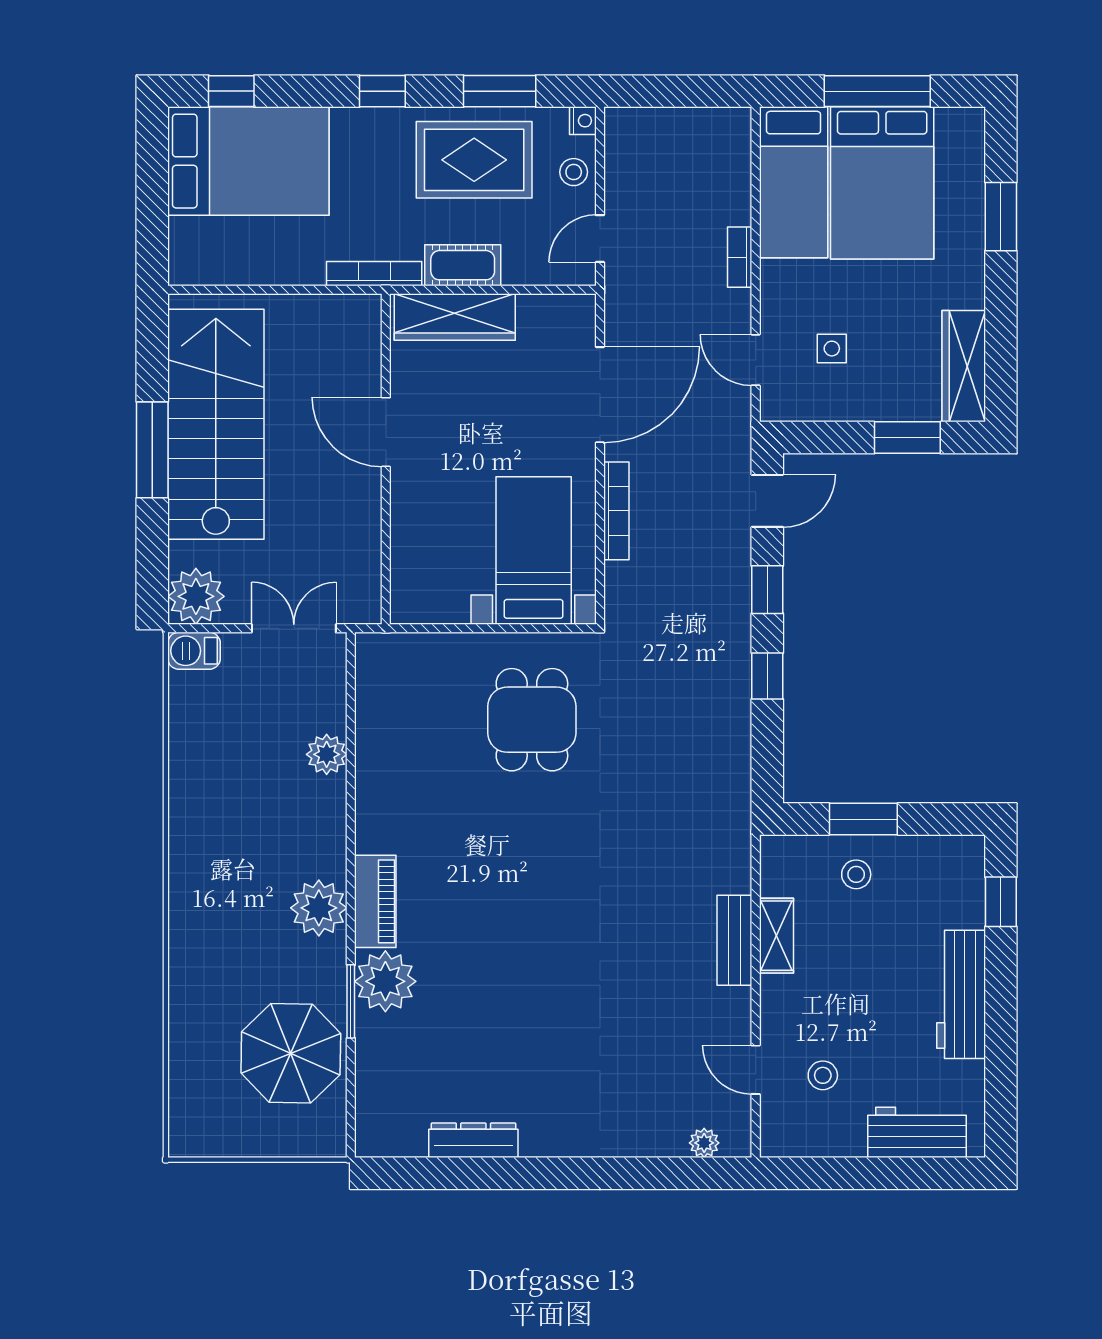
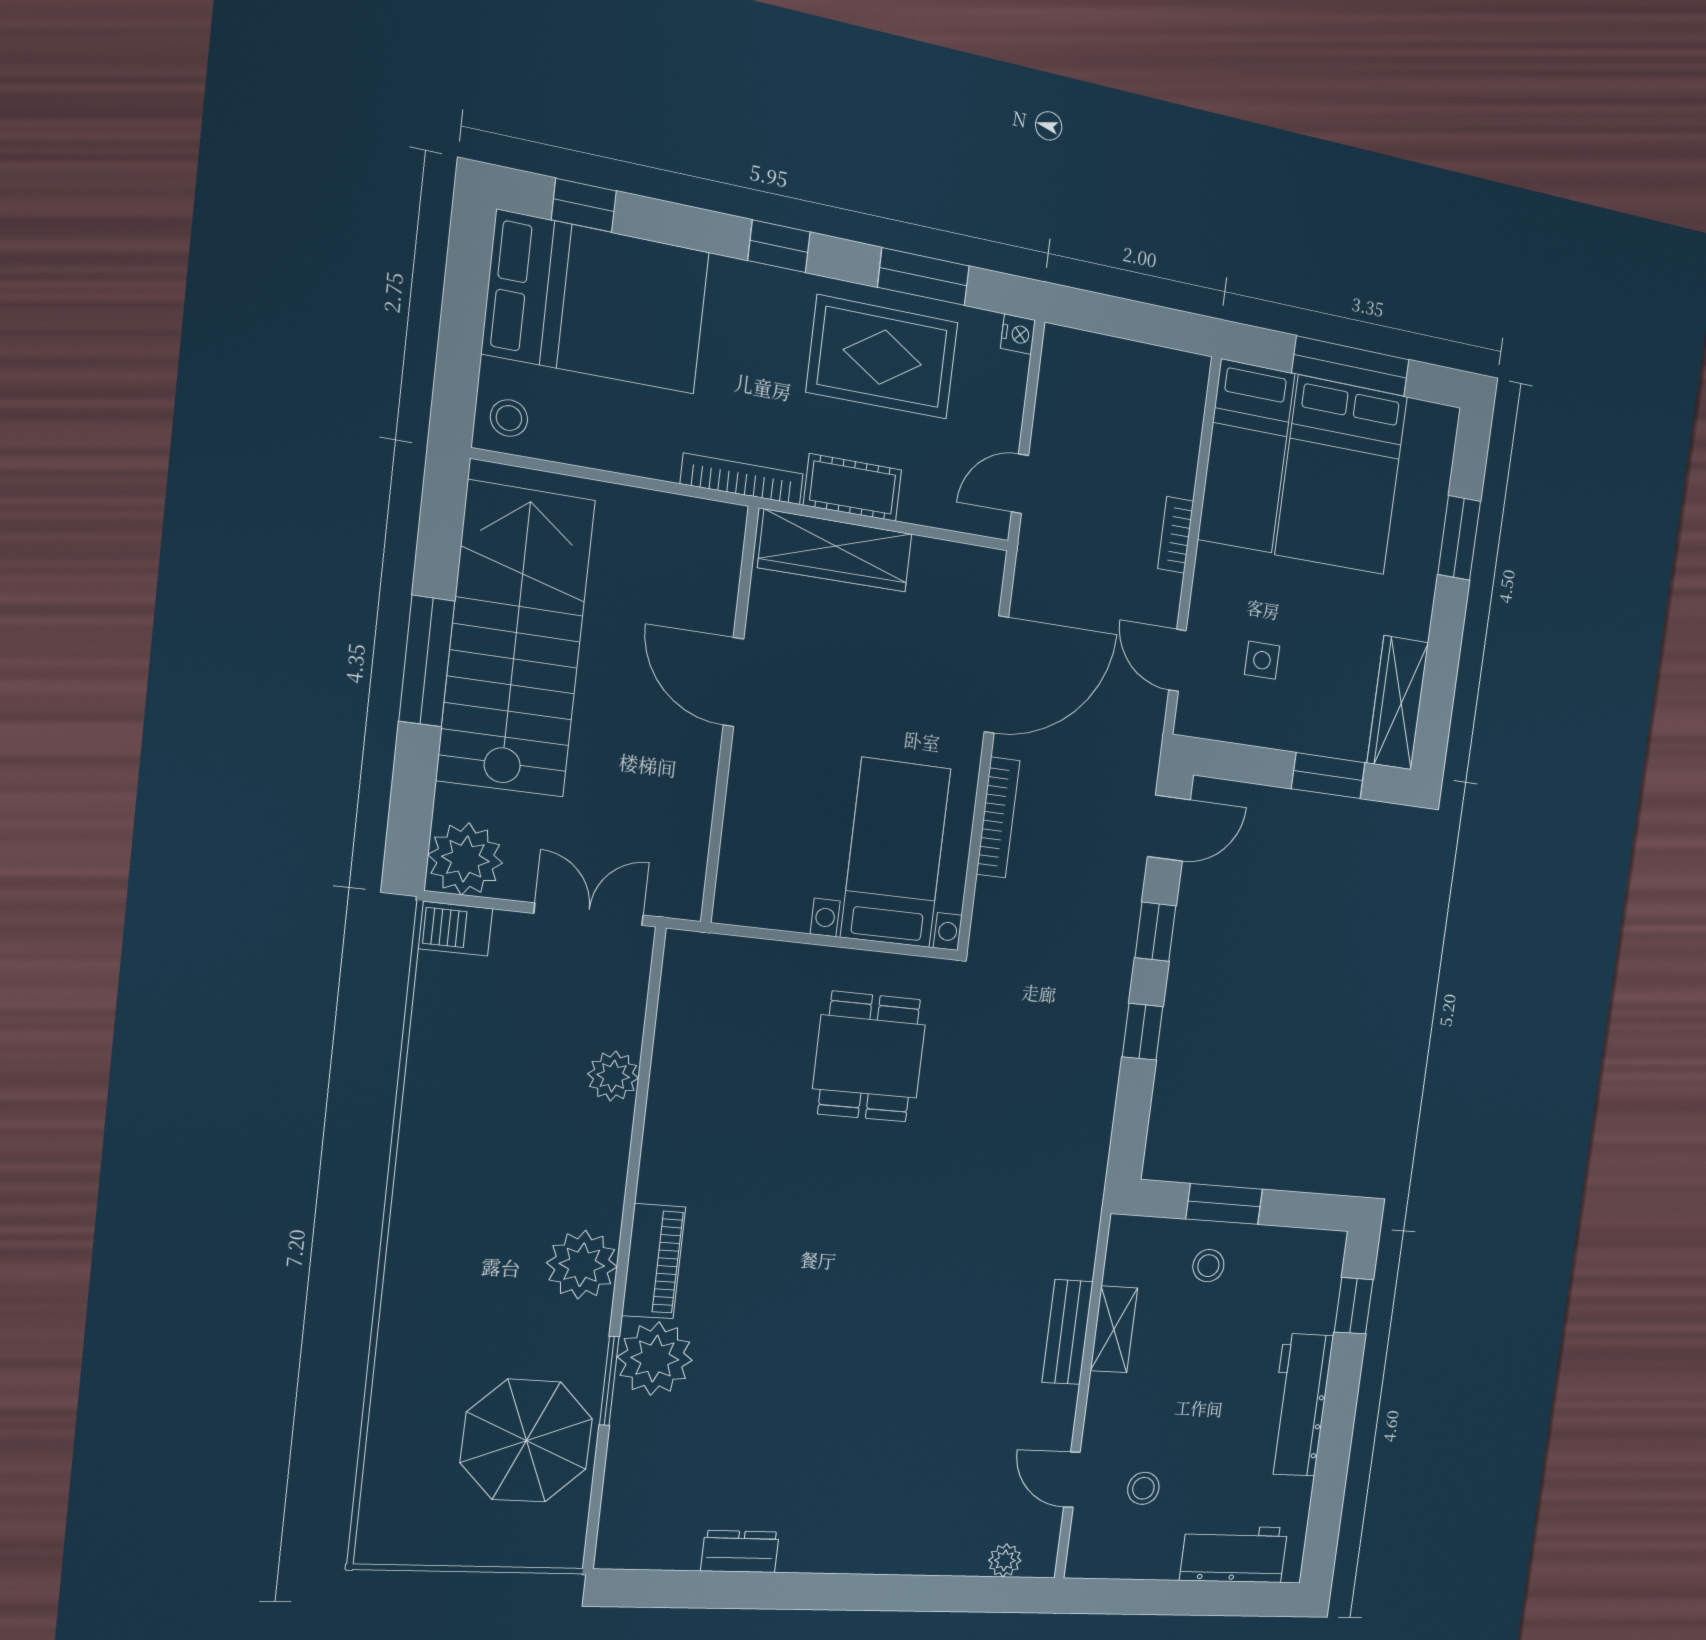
stool: (574, 172) -> (509, 418), moved
dresser: (473, 1140) -> (740, 1551), width x0.70

